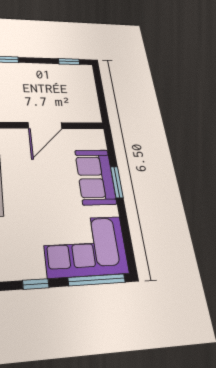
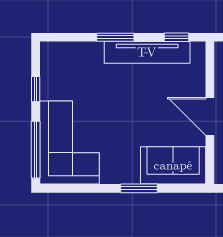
sofa: (96, 177) -> (173, 165), moved

